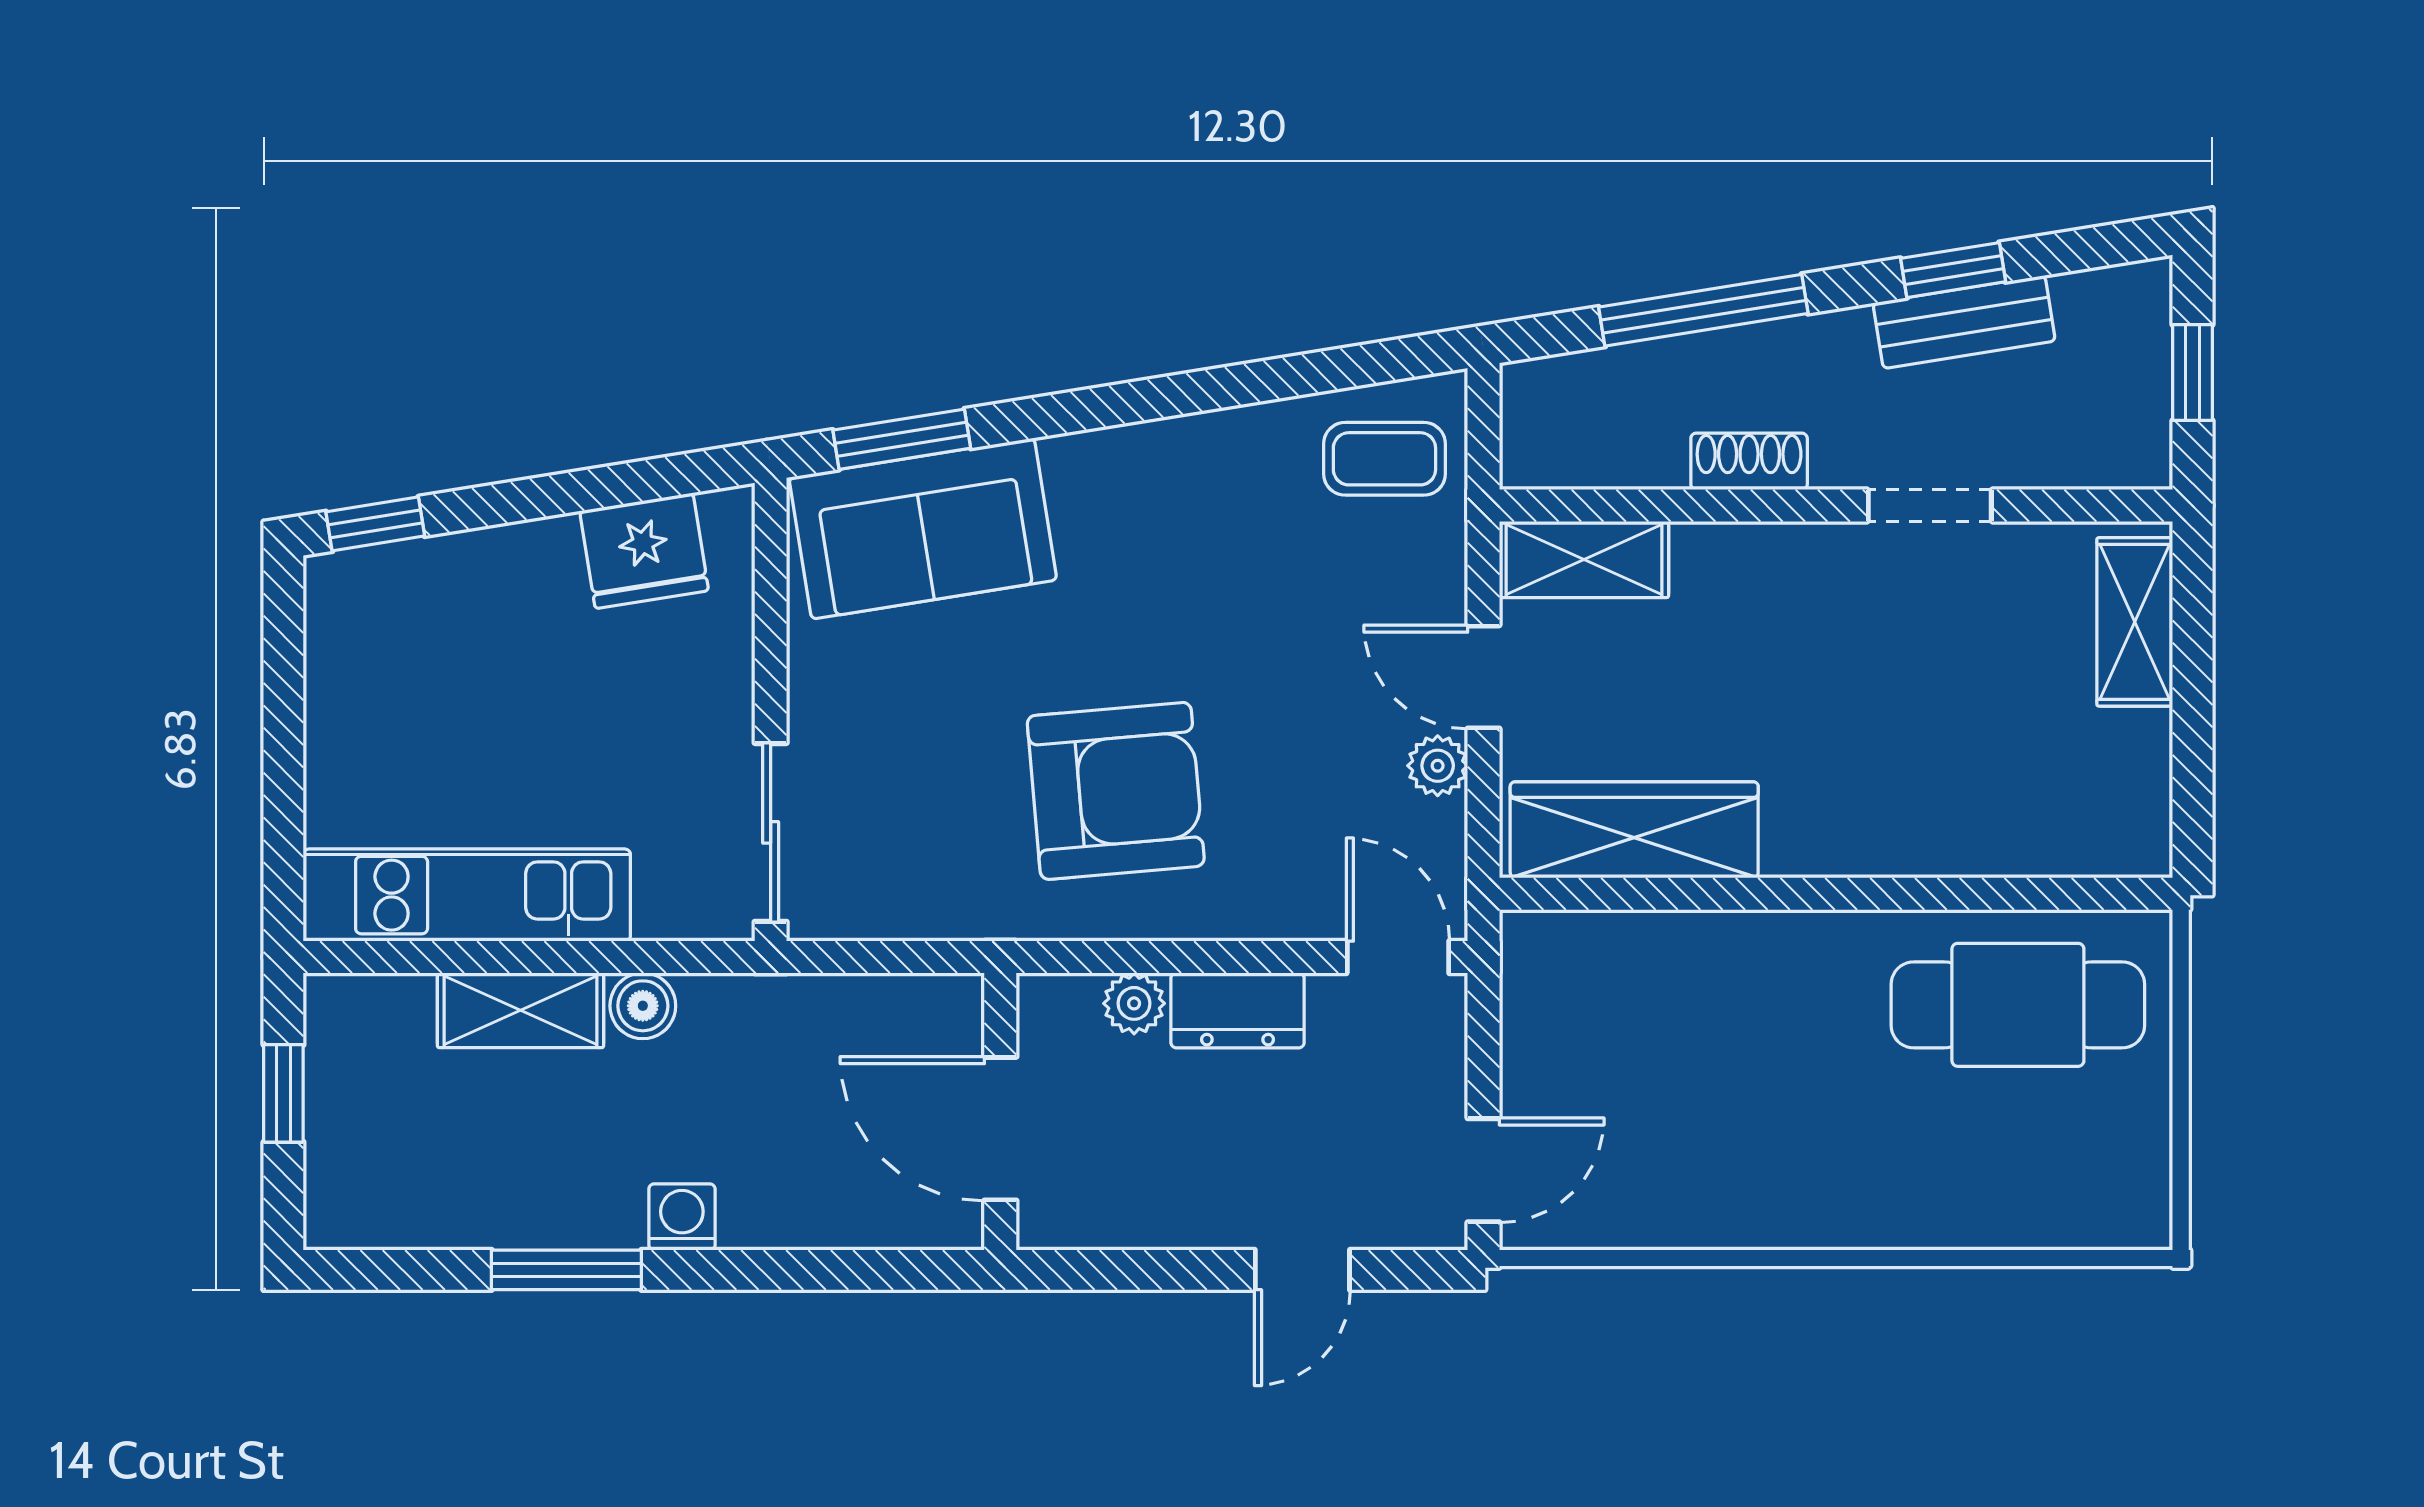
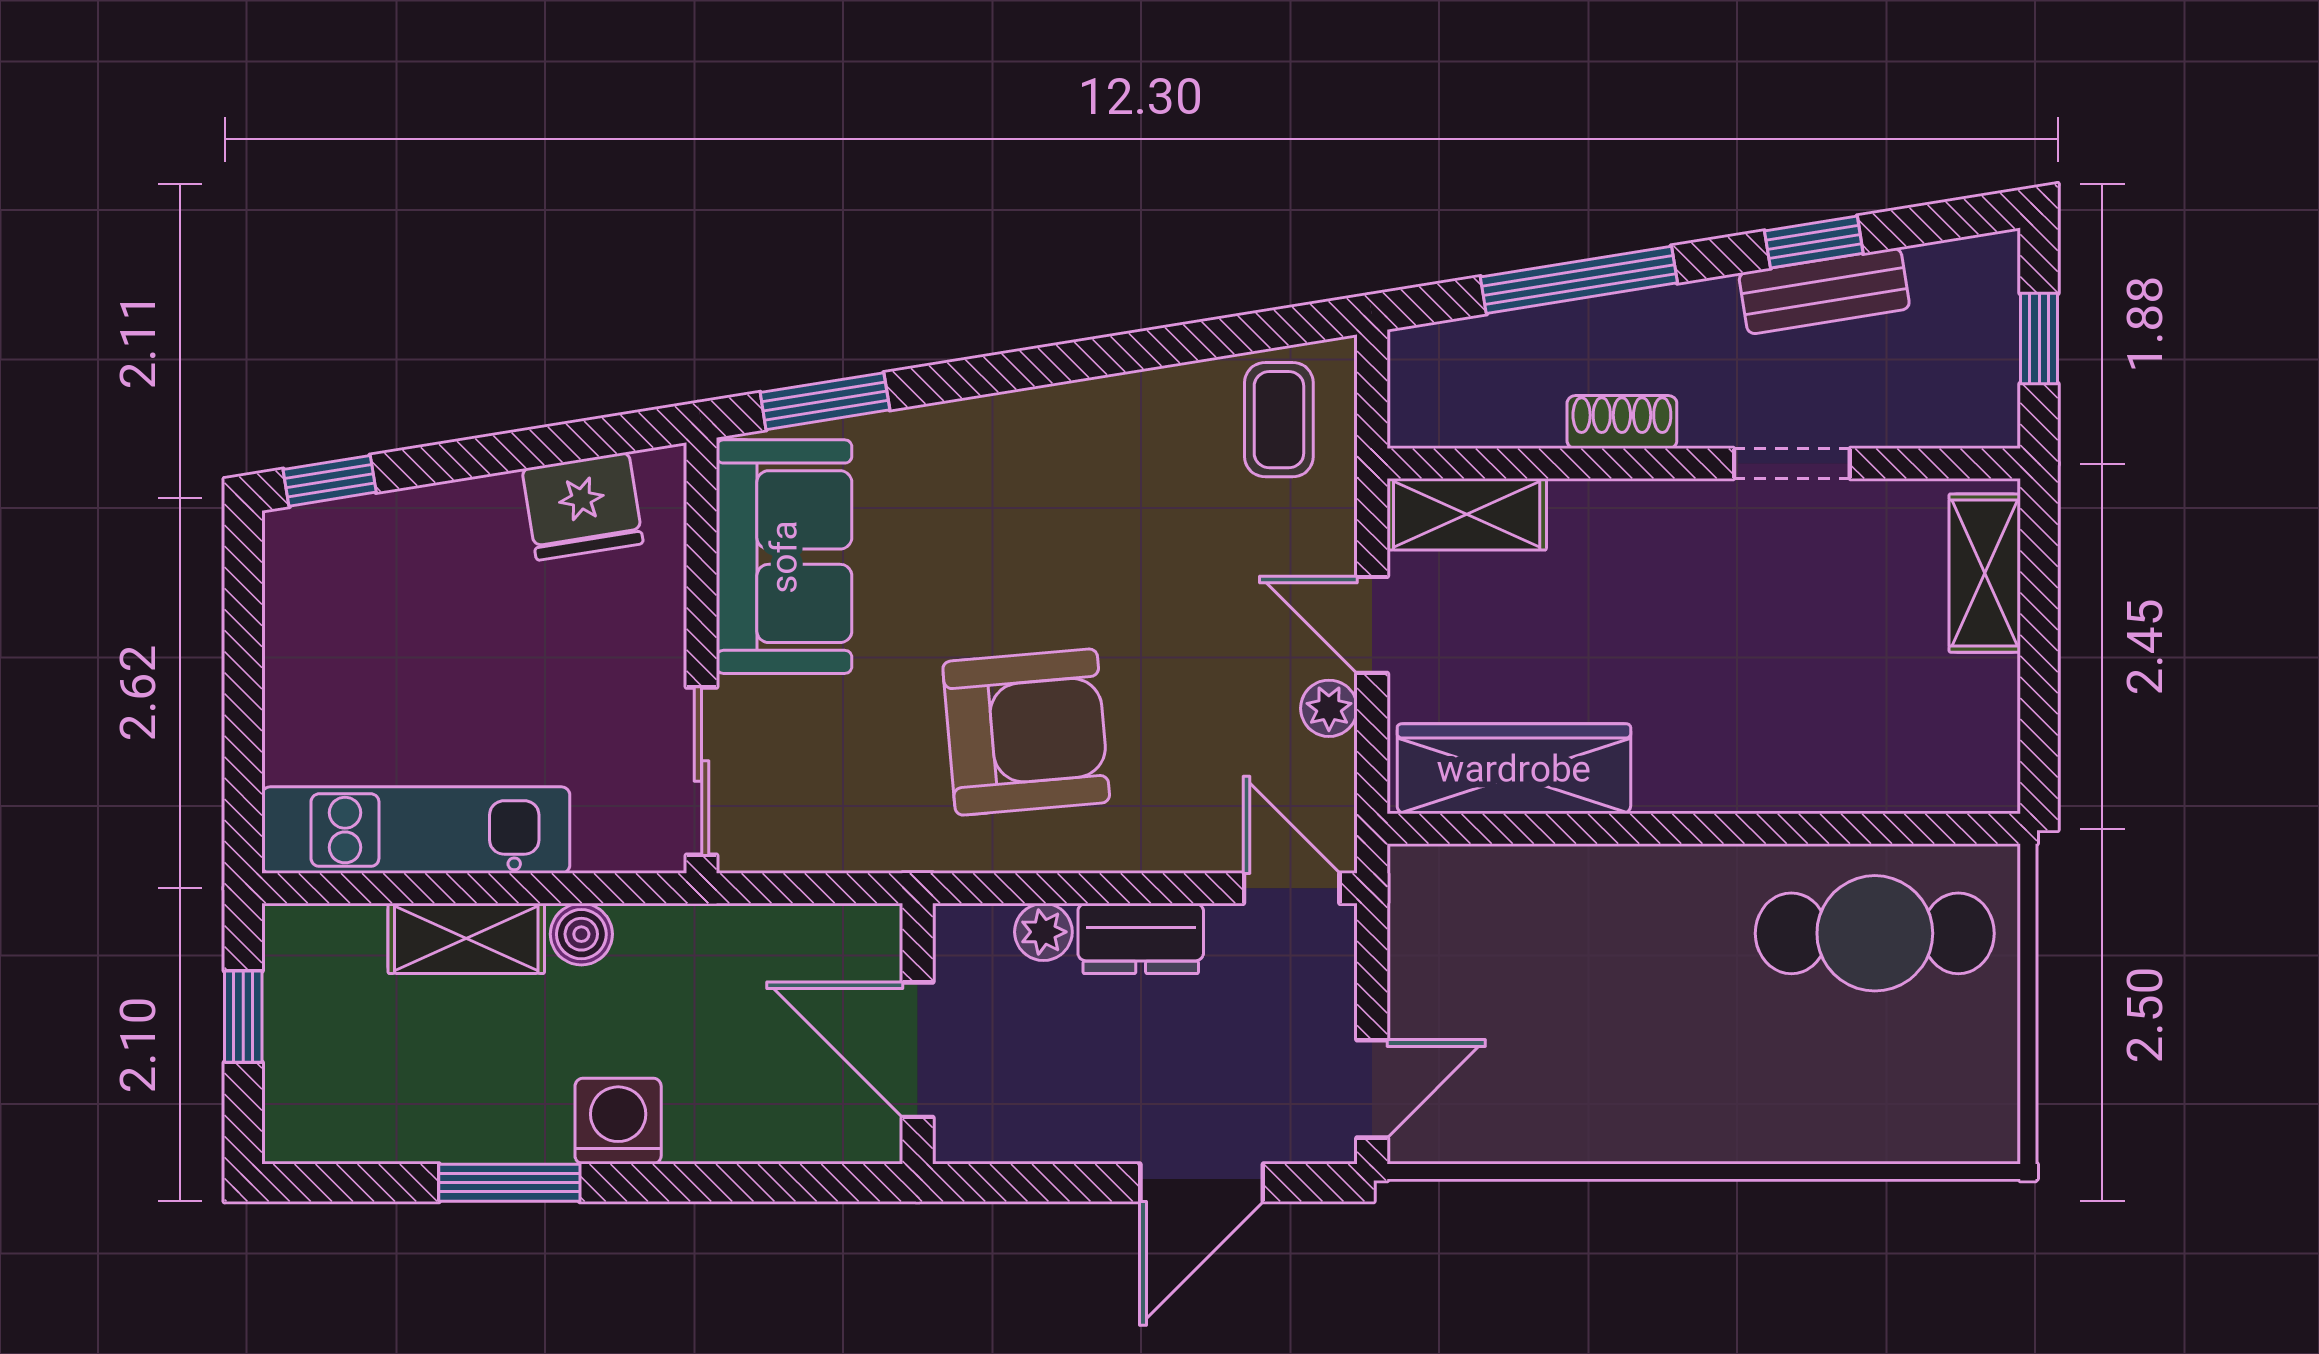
coffee table: (1384, 459) -> (1279, 420), turned 90
sofa: (923, 529) -> (784, 557), moved, turned -81
washing machine: (682, 1217) -> (618, 1121), width x1.38, depth x1.38
door: (1302, 1270) -> (1202, 1183), width x1.38

